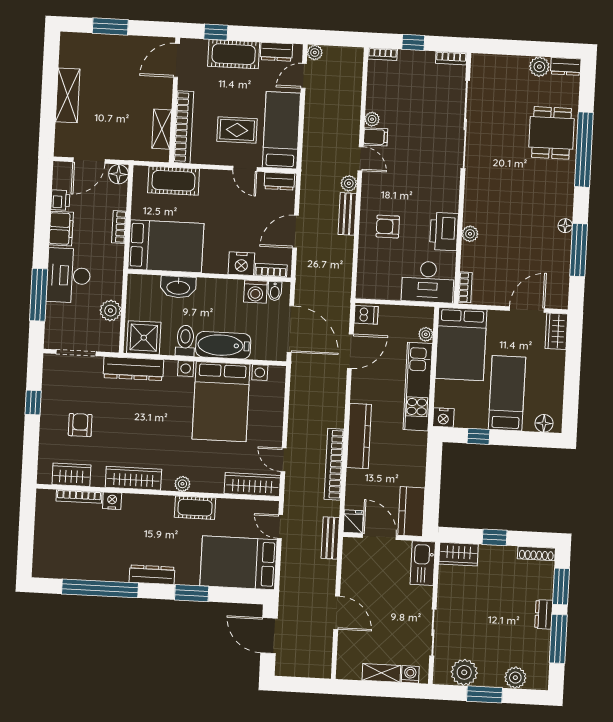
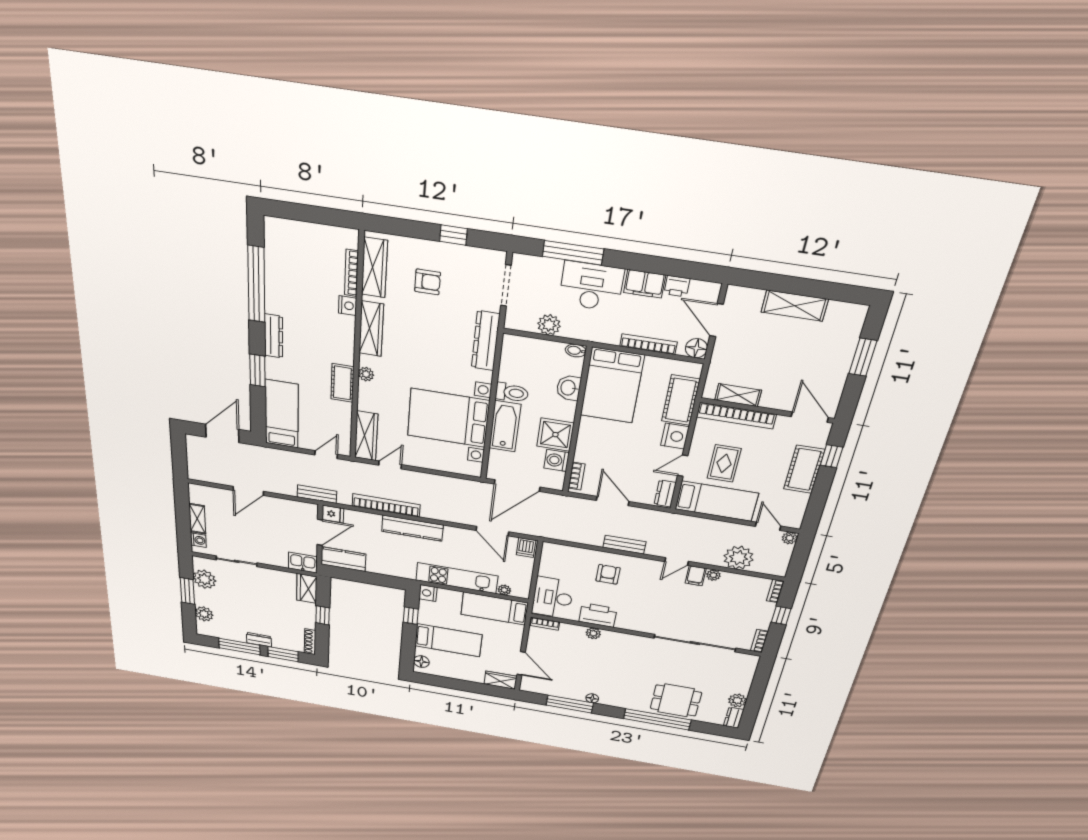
dresser: (276, 52) -> (798, 506), removed
plant: (349, 183) -> (739, 558), moved, width x1.87, depth x1.87
bookcase: (119, 227) -> (648, 344), width x1.56
nightstand: (241, 264) -> (675, 436), moved, turned 180
washbasin: (178, 287) -> (569, 388), width x0.72
bidet: (275, 291) -> (576, 351), moved
shower: (144, 338) -> (555, 435), moved
bed: (461, 344) -> (494, 609), width x0.67
wardrobe: (71, 475) -> (374, 268), width x1.50
bed: (239, 563) -> (282, 414), width x0.67
kitchen sink: (423, 563) -> (303, 563), width x0.73

